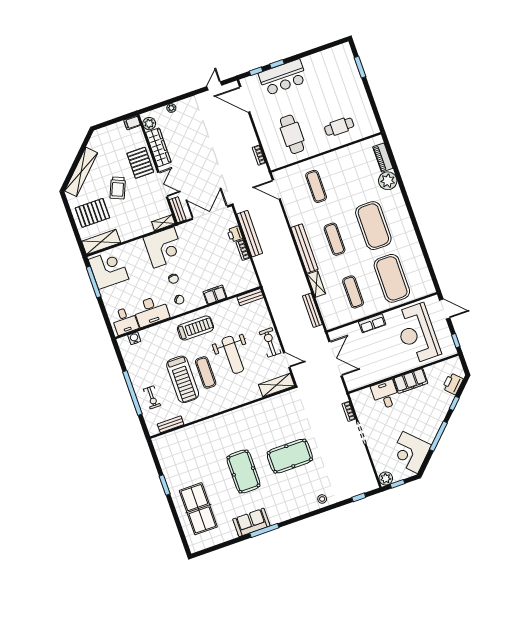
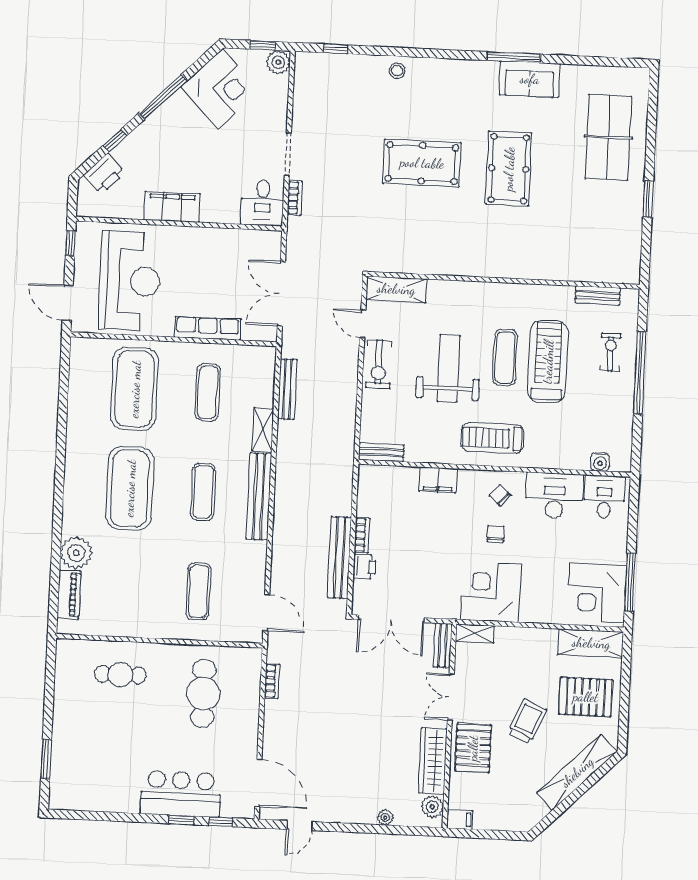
row of seats: (372, 323) -> (208, 328), width x1.48
desk: (385, 395) -> (262, 203), moved

